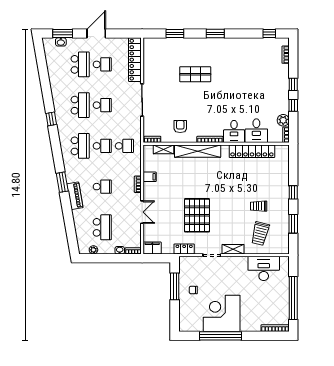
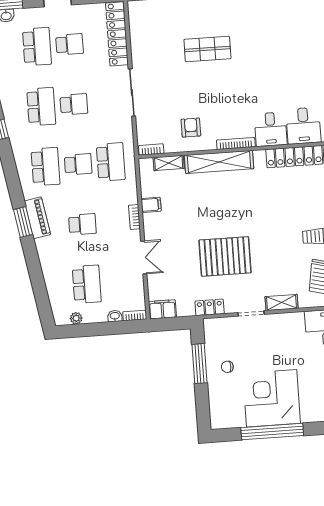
school desk: (124, 146) -> (111, 162), width x1.85
piano: (75, 196) -> (37, 218), moved
pallet: (197, 215) -> (225, 256), turned 90

